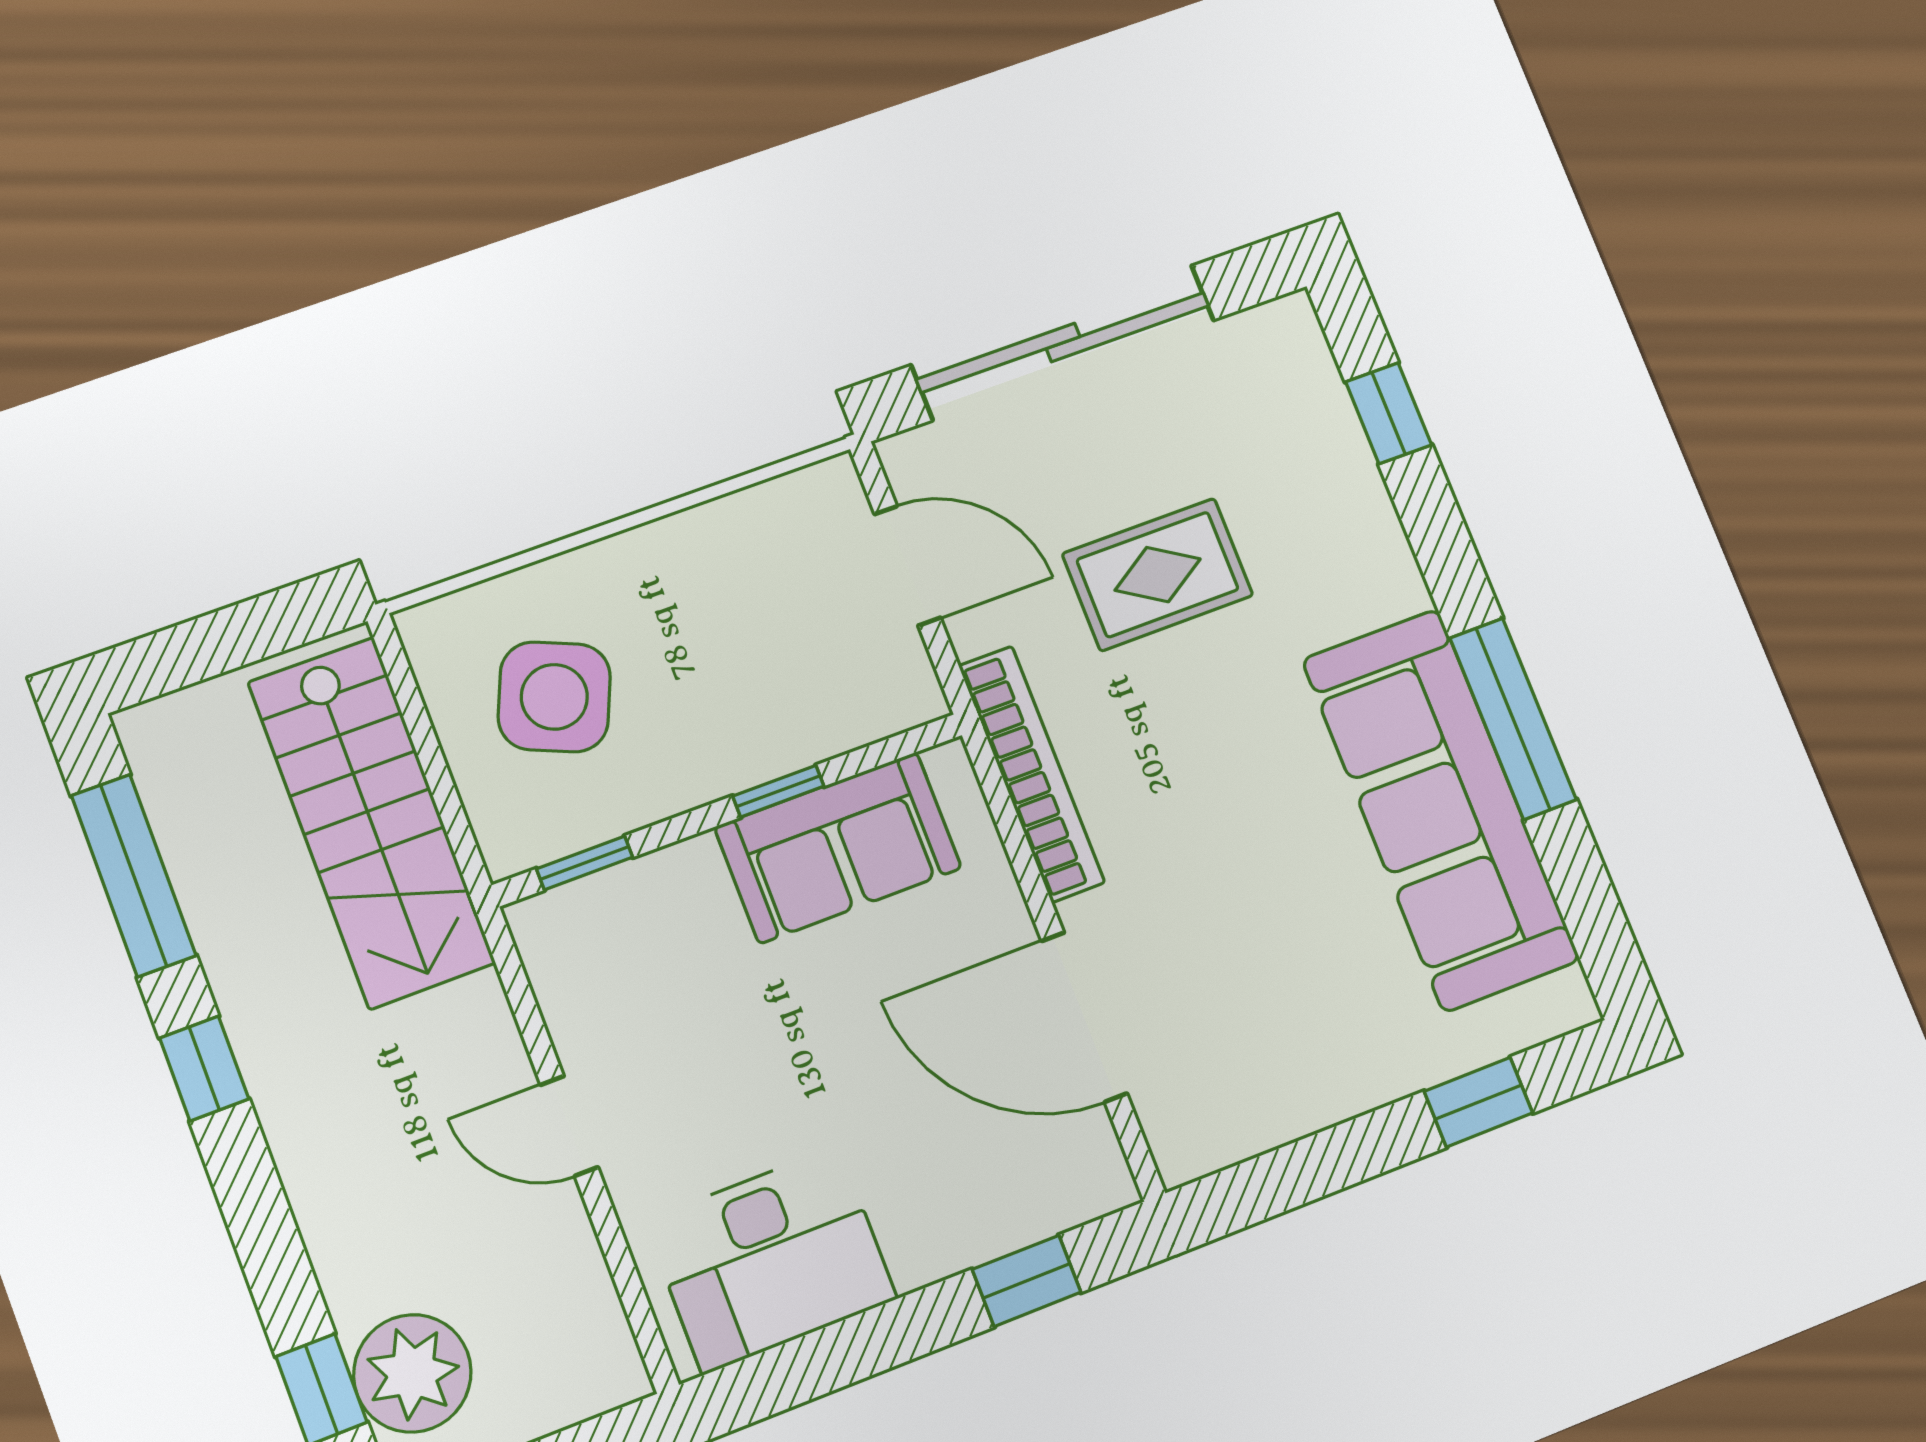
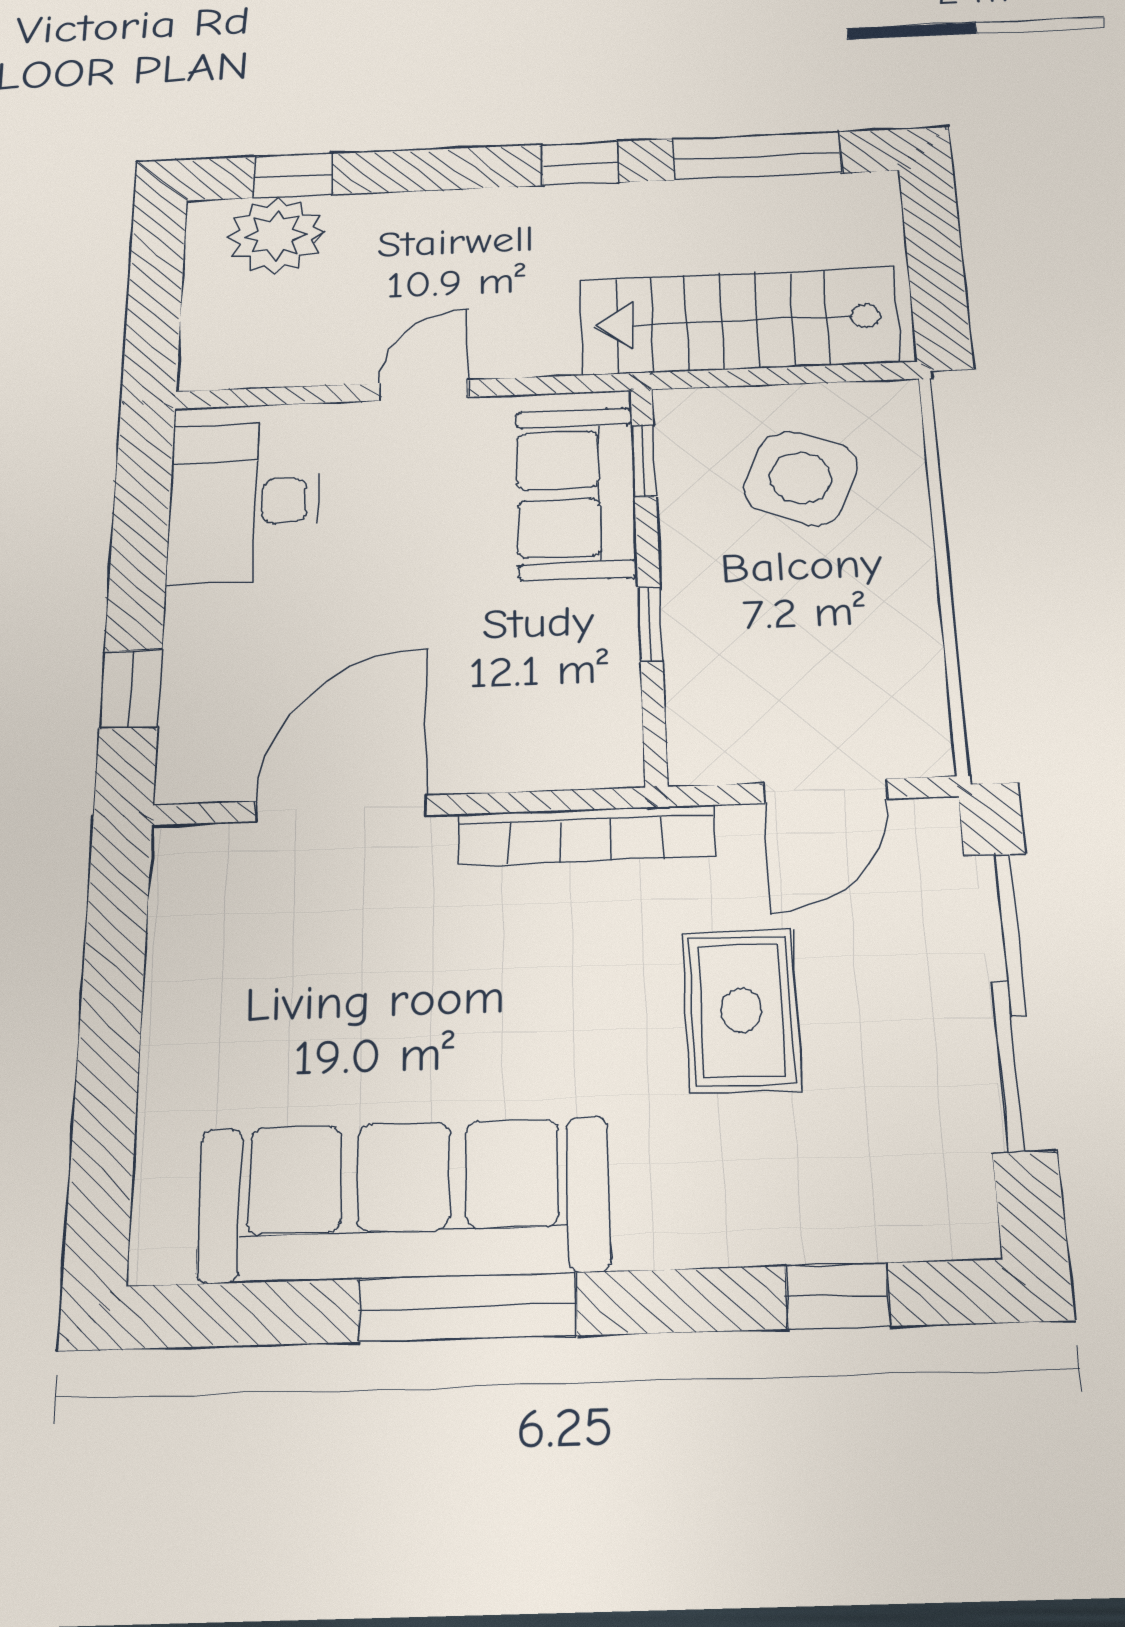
sofa: (838, 848) -> (576, 493), moved
window: (1478, 1102) -> (104, 1133), removed

